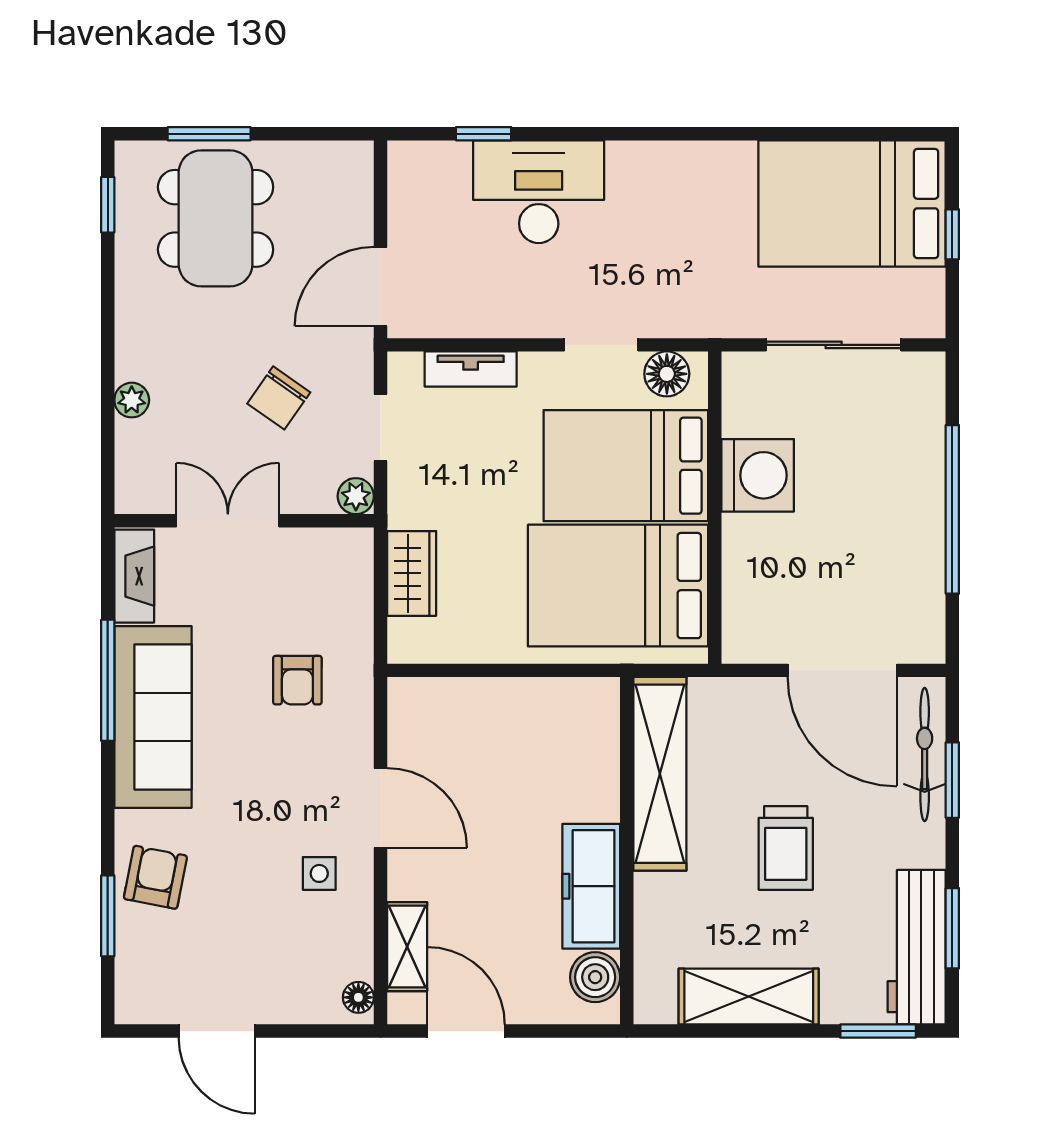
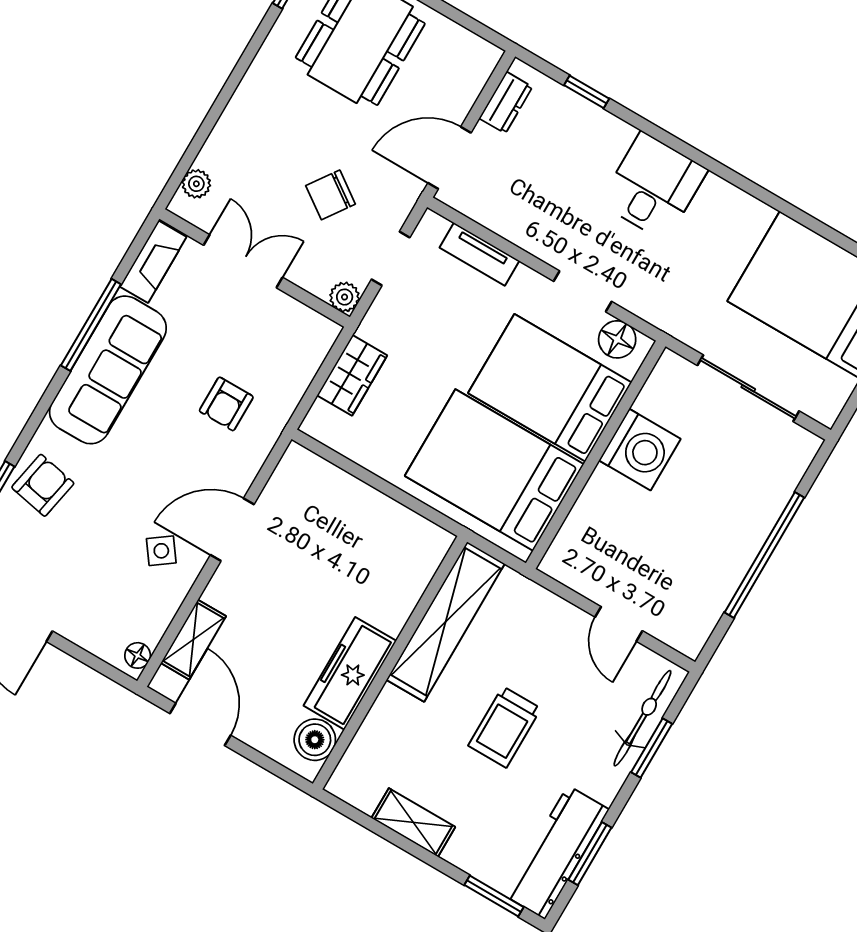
desk: (539, 192) -> (653, 186), moved, width x0.73
dresser: (406, 194) -> (506, 103), added
plant: (132, 400) -> (196, 184), moved
door: (842, 670) -> (619, 624), width x0.53
door: (380, 808) -> (232, 530), swing flipped
side table: (319, 873) -> (161, 551), turned -36
shelving: (749, 997) -> (413, 822), width x0.67, depth x0.75

